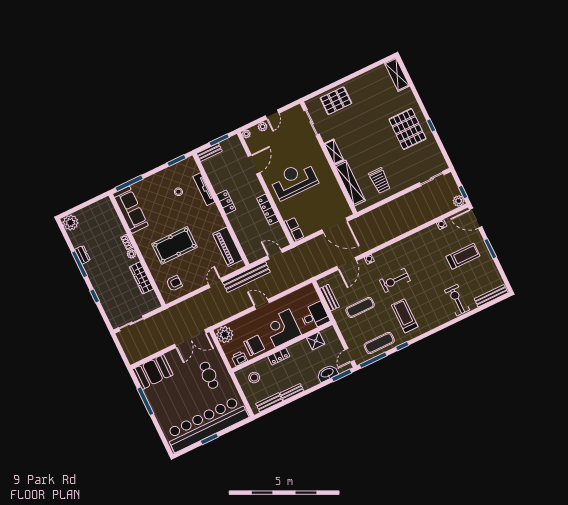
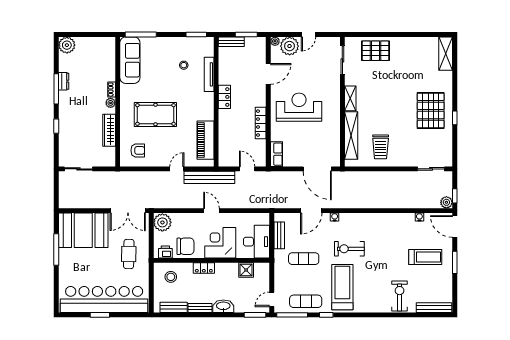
plant: (263, 127) -> (290, 46), width x1.88, depth x1.88
desk: (315, 316) -> (256, 242), width x1.37
treadmill: (405, 316) -> (342, 287), width x1.37, depth x1.38
booth: (153, 372) -> (83, 230), width x1.36, depth x1.42
washbasin: (327, 373) -> (223, 306), moved

